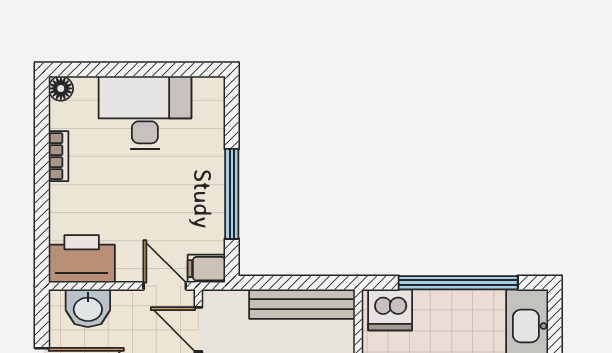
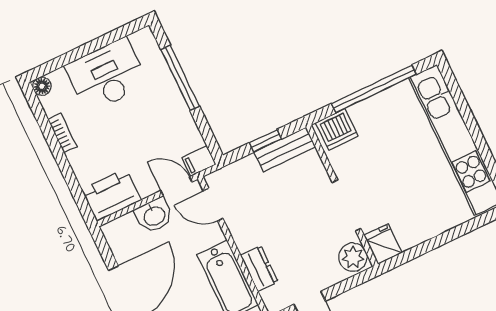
window: (232, 194) -> (180, 78), moved
window: (298, 283) -> (265, 141), added
bench: (302, 304) -> (285, 149), width x0.73
washbasin: (88, 308) -> (154, 215), moved

